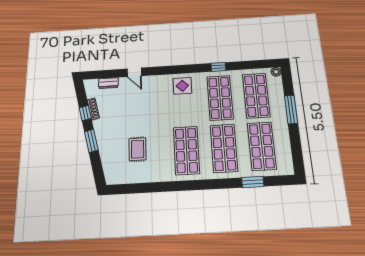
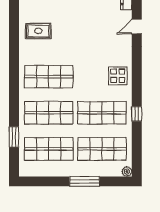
rug: (137, 149) -> (38, 31), moved

